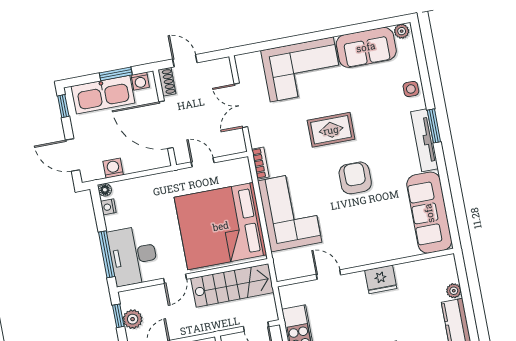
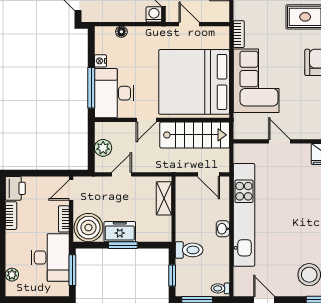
washing machine: (113, 168) -> (154, 14), moved
floor lamp: (105, 190) -> (121, 32), moved
nightstand: (108, 207) -> (100, 61), moved
window: (118, 316) -> (91, 143), removed

